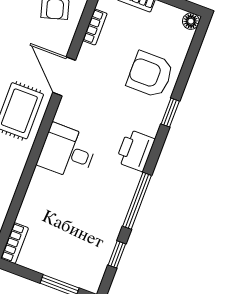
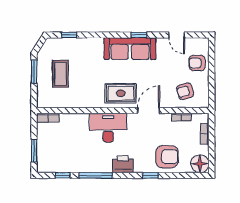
floor lamp: (191, 21) -> (200, 164), width x1.89, depth x1.89
armchair: (150, 74) -> (167, 157), turned 90
desk: (67, 152) -> (108, 128), width x1.37

